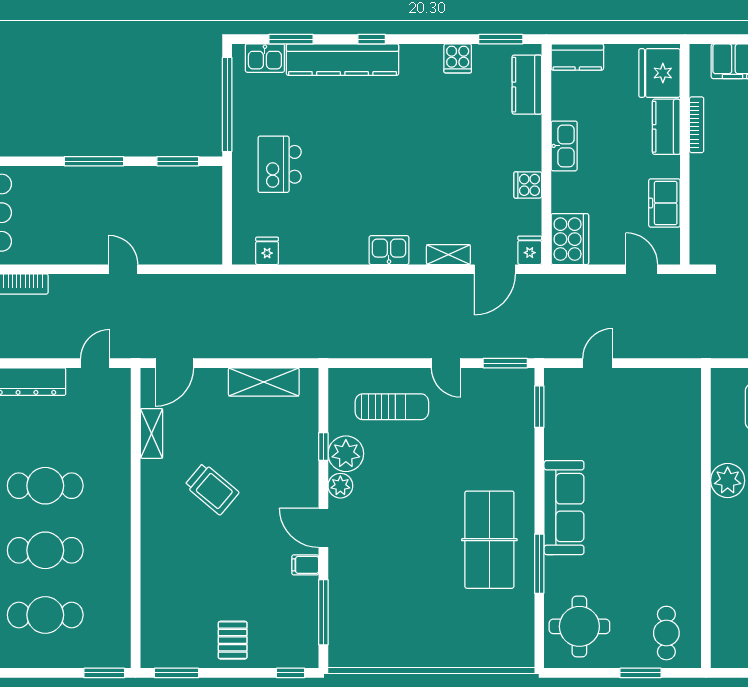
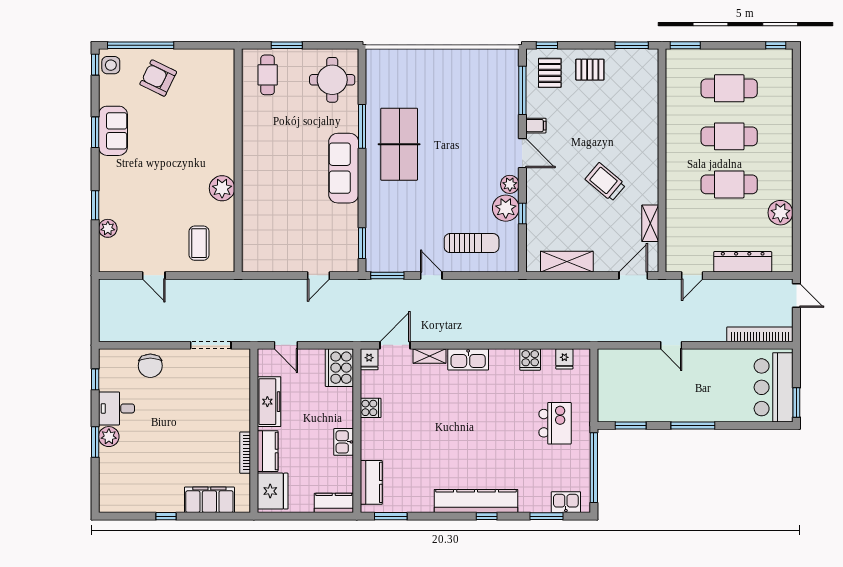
cooker: (458, 58) -> (530, 360), moved, turned 180
kitchen counter: (343, 60) -> (476, 501), moved
kitchen sink: (564, 146) -> (344, 442), width x0.73
freezer: (664, 203) -> (269, 402), width x1.40
kitchen sink: (389, 250) -> (468, 359), width x1.38
sun lounger: (392, 407) -> (472, 243), turned 180
pallet: (287, 636) -> (550, 73), added
pallet: (233, 640) -> (590, 70), turned 90

